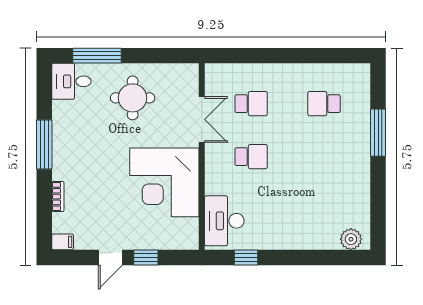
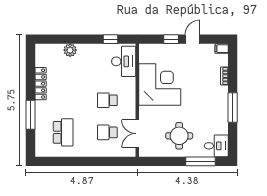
school desk: (324, 104) -> (63, 132), width x1.85
double door: (202, 119) -> (137, 134), moved
locker: (361, 184) -> (41, 84), added
plant: (351, 239) -> (70, 50), moved

